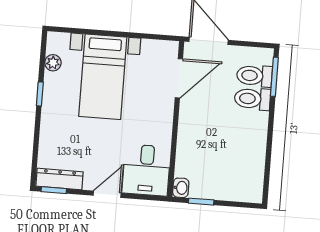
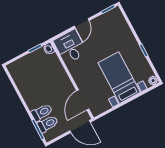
plant: (53, 63) -> (153, 81), moved
dresser: (59, 179) -> (109, 16), removed

